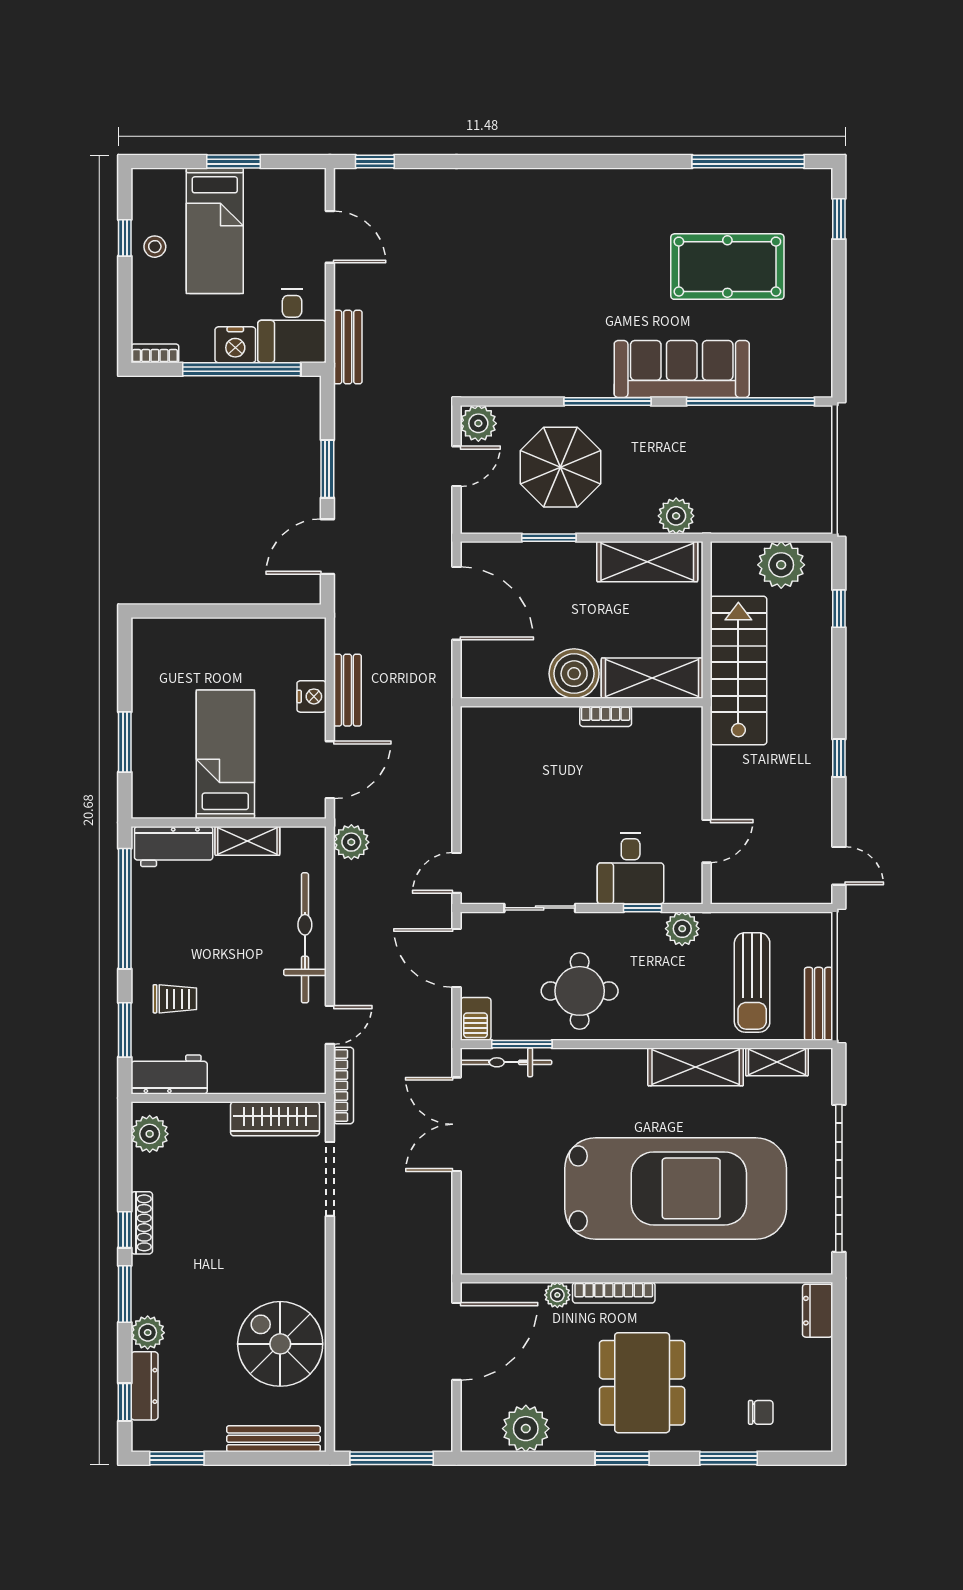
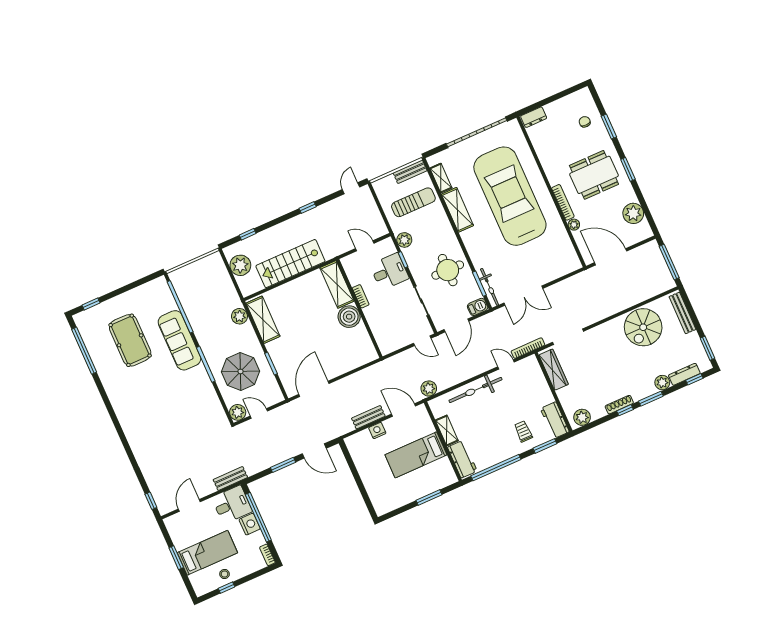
boiler: (574, 674) -> (349, 317), moved
shelving: (652, 678) -> (337, 284), moved
wall: (582, 702) -> (359, 308), moved
bookcase: (606, 716) -> (361, 296), moved

